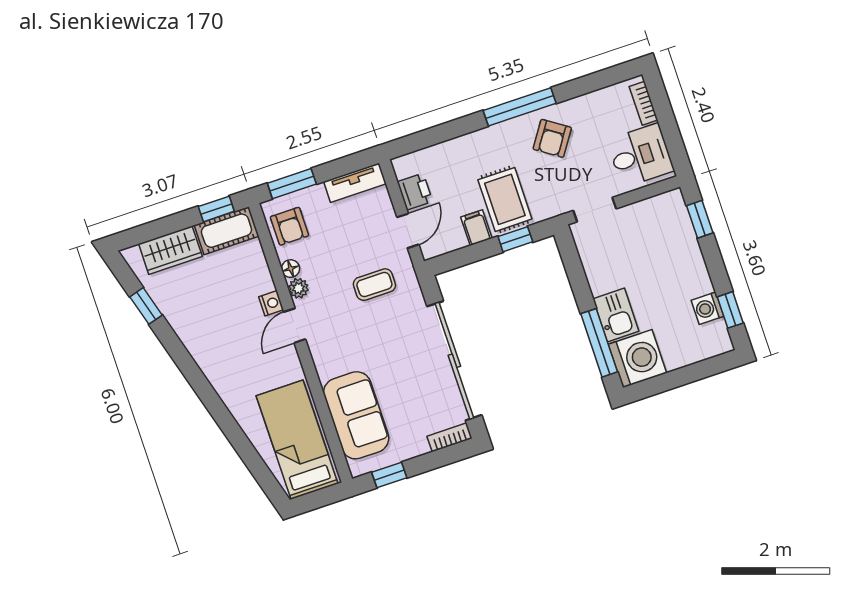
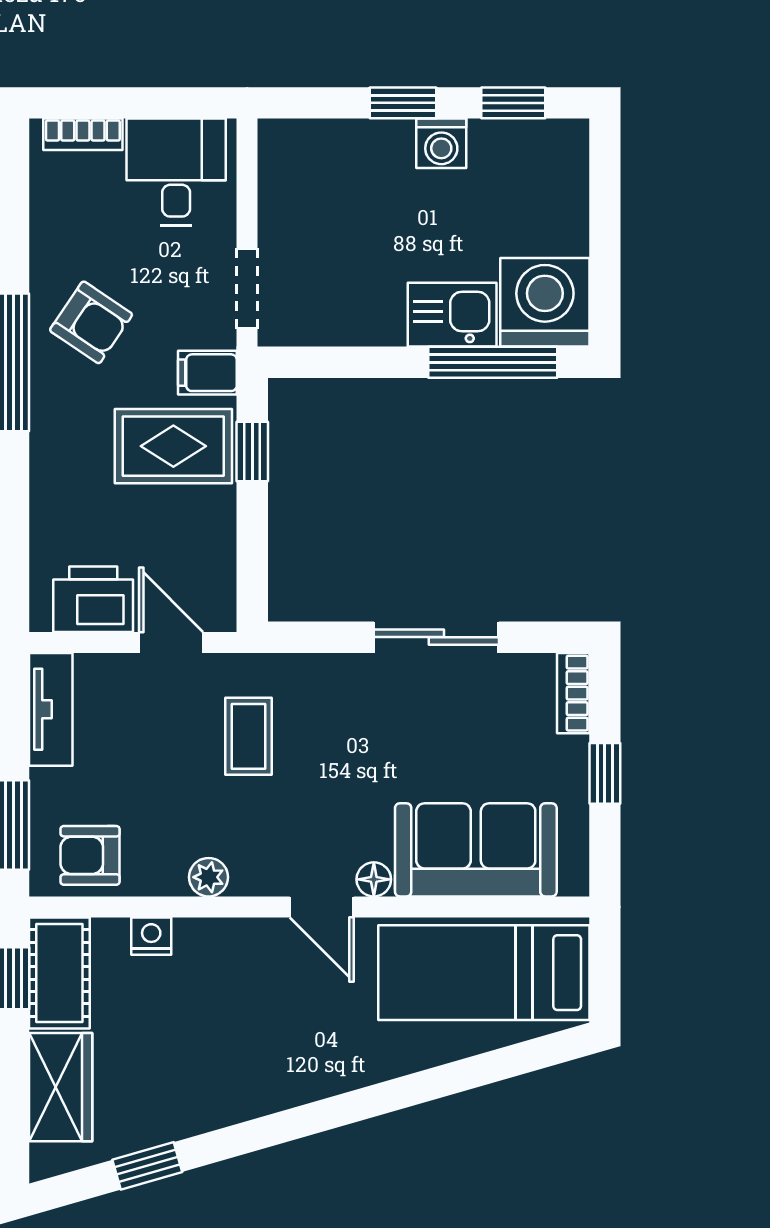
printer: (415, 192) -> (93, 599), width x1.36, depth x1.24
window: (700, 219) -> (403, 103), moved
armchair: (289, 226) -> (90, 855), turned 180
filing cabinet: (476, 228) -> (207, 373), moved
floor lamp: (291, 269) -> (374, 879), moved
nightstand: (271, 303) -> (151, 936), moved
washing machine: (708, 308) -> (441, 143), moved
door: (295, 326) -> (322, 907), moved
sliding door: (454, 361) -> (436, 637), width x0.54
window: (389, 475) -> (605, 773), moved

